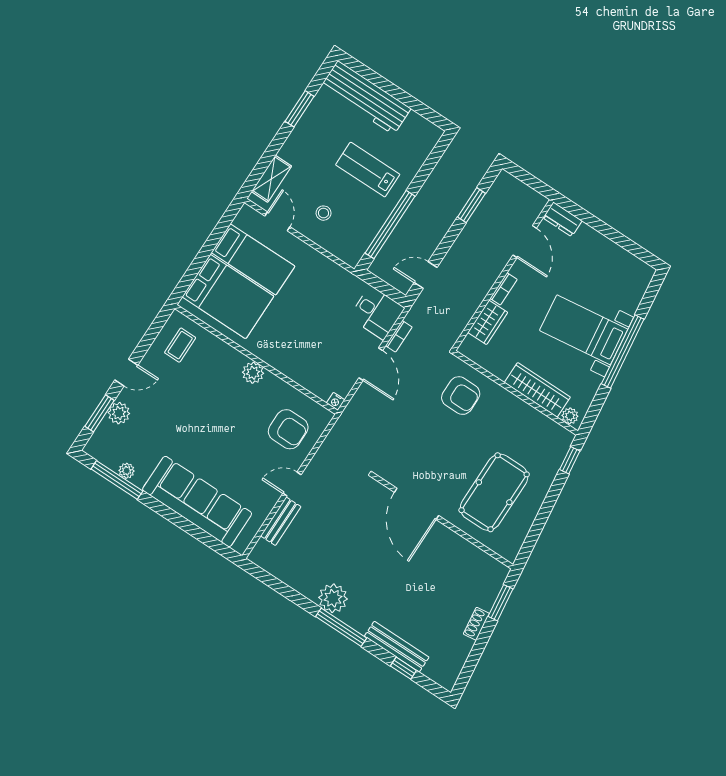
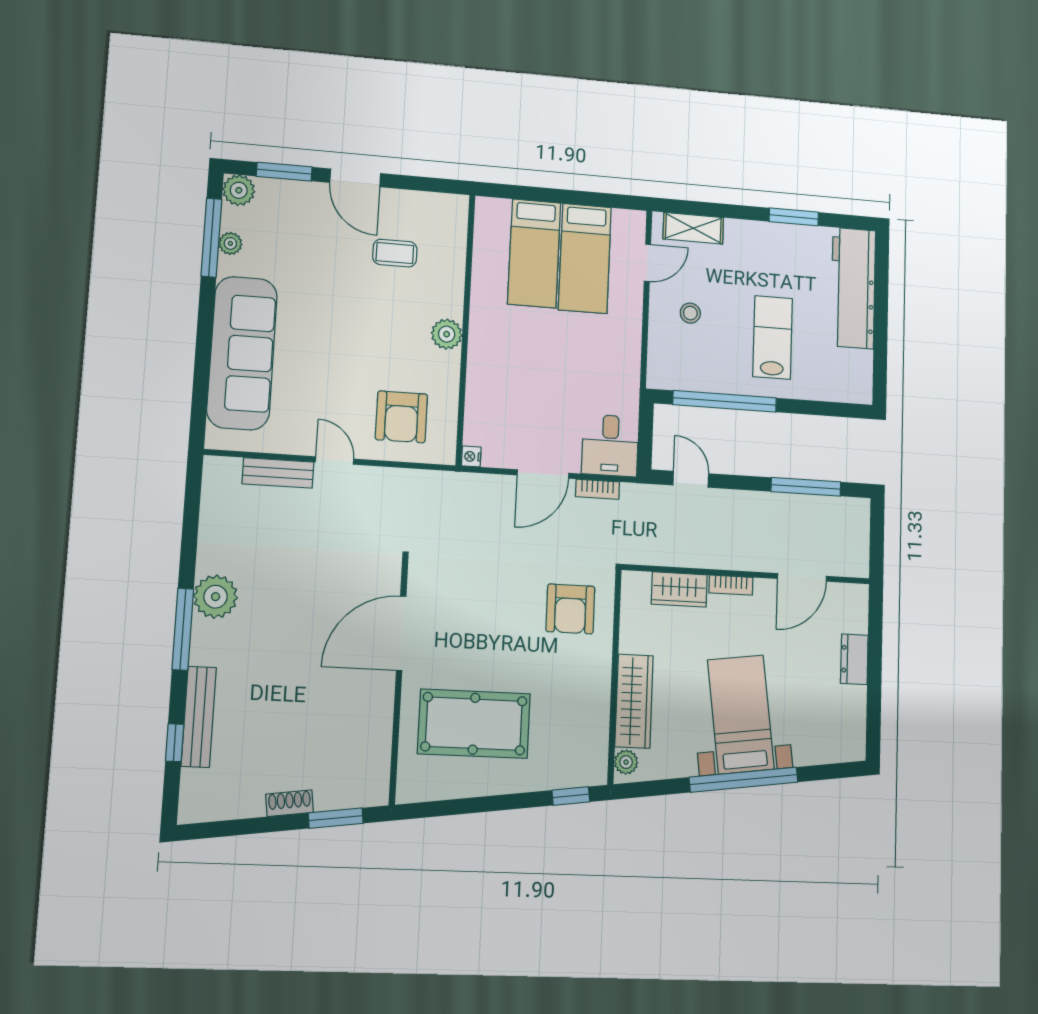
window: (471, 205) -> (806, 487), width x1.44
dresser: (562, 219) -> (854, 659), moved
bed: (228, 297) -> (534, 253), width x0.67
coffee table: (180, 345) -> (395, 253), moved
door: (126, 373) -> (355, 178), width x1.38
plant: (119, 413) -> (239, 190), moved

